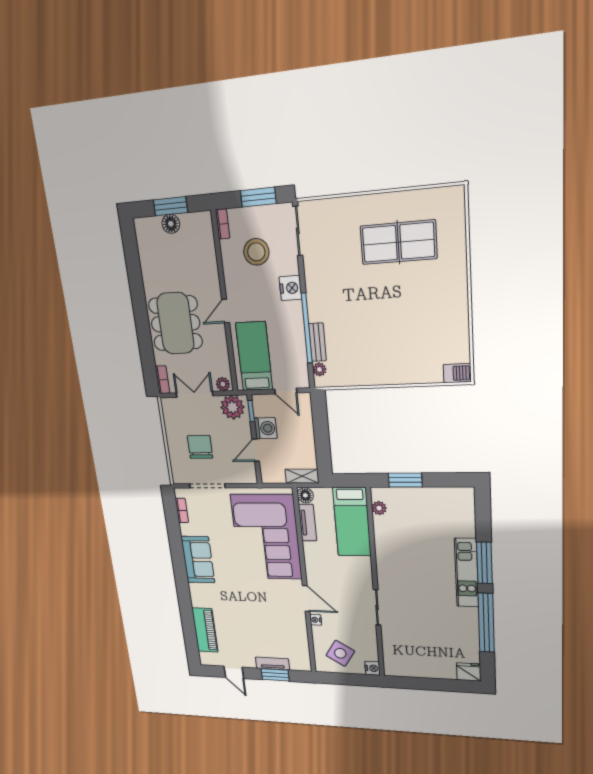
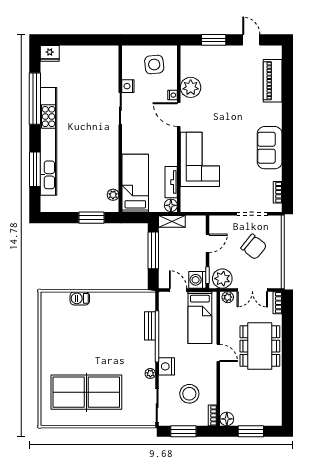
floor lamp: (171, 224) -> (227, 419), moved
table tennis table: (398, 242) -> (86, 392), width x1.36, depth x1.32
door: (226, 311) -> (218, 353), hinge flipped
plant: (319, 369) -> (150, 373), moved
barbecue: (457, 373) -> (80, 298), moved
washing machine: (266, 428) -> (197, 280), moved
window: (322, 440) -> (153, 250), added
chair: (200, 447) -> (254, 247), turned -51
corner sofa: (266, 537) -> (200, 159), width x0.73, depth x0.74
window: (484, 563) -> (35, 169), moved
kitchen unit: (467, 573) -> (49, 141), width x1.86
plant: (296, 627) -> (191, 87), added
side table: (340, 653) -> (154, 65), turned -38
tv unit: (272, 664) -> (215, 51), removed
nightstand: (372, 668) -> (128, 86), moved

